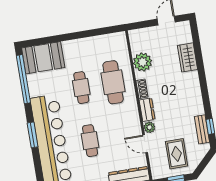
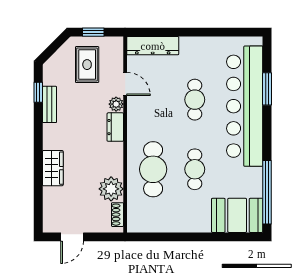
wardrobe: (187, 57) -> (53, 168), moved
shoe rack: (142, 89) -> (118, 215), moved
bench: (202, 129) -> (49, 104), moved
window: (33, 135) -> (267, 89), moved

